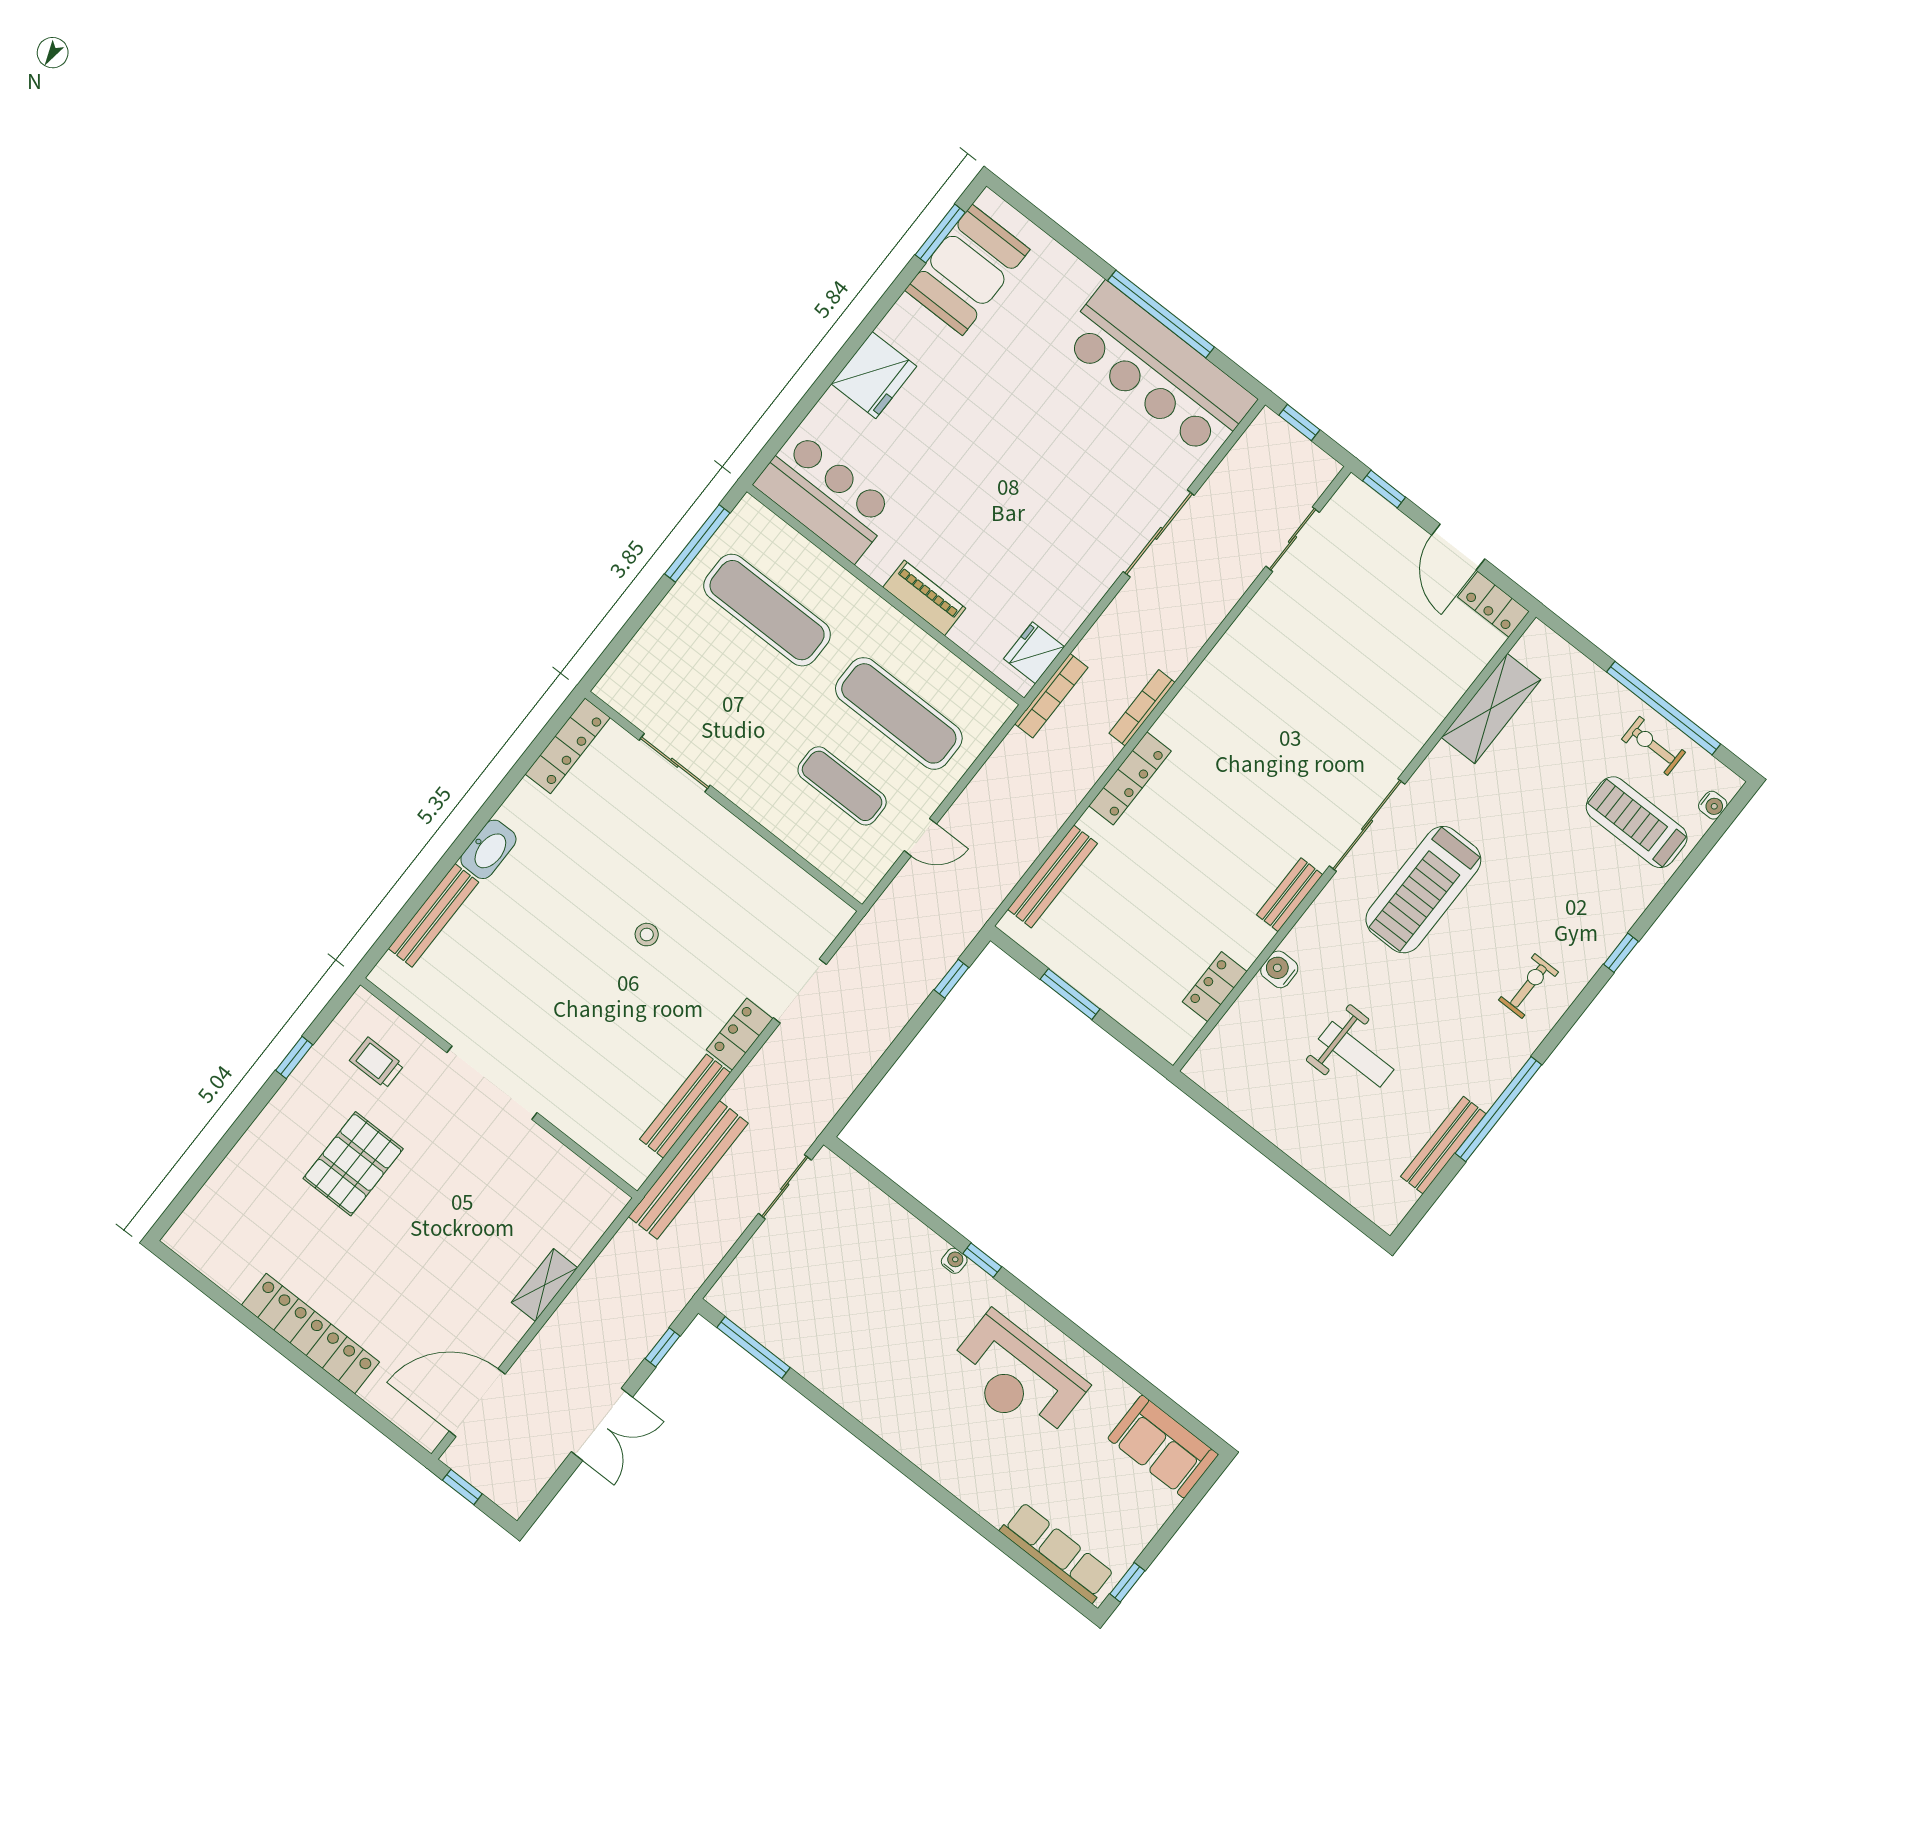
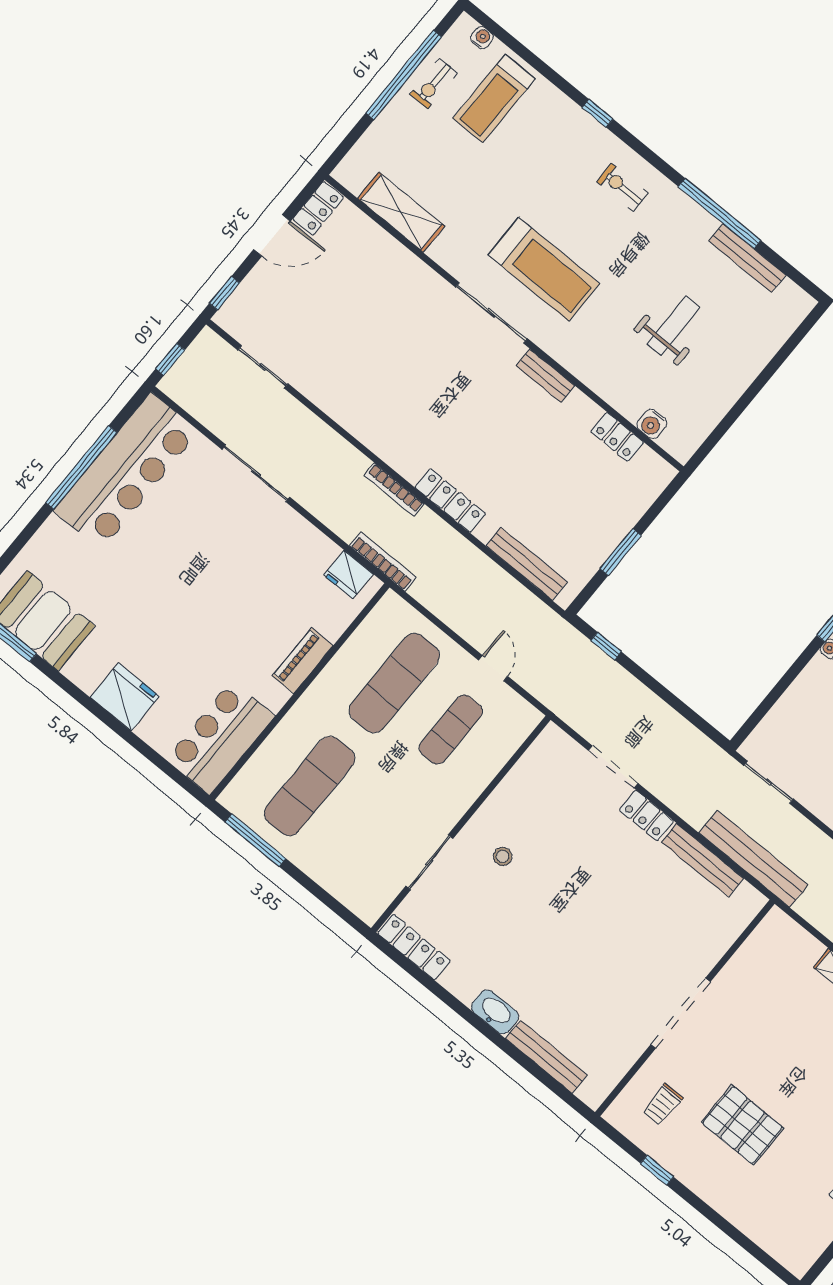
stool: (647, 935) -> (503, 856), moved
water cooler: (1279, 969) -> (652, 424), moved

